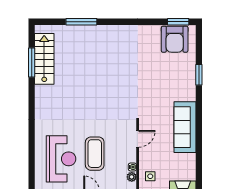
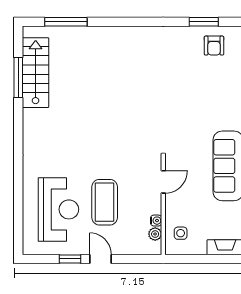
window: (81, 22) -> (66, 22), moved
window: (178, 22) -> (204, 22), moved
armchair: (175, 39) -> (214, 46), width x0.53, depth x0.53

